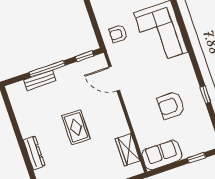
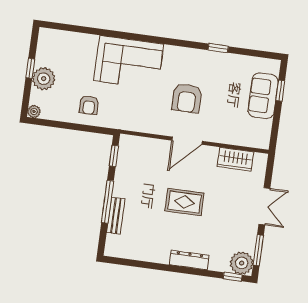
armchair: (118, 34) -> (89, 105), moved
door: (114, 79) -> (187, 141), moved
armchair: (171, 105) -> (187, 98), moved
sofa: (162, 155) -> (263, 96), moved

